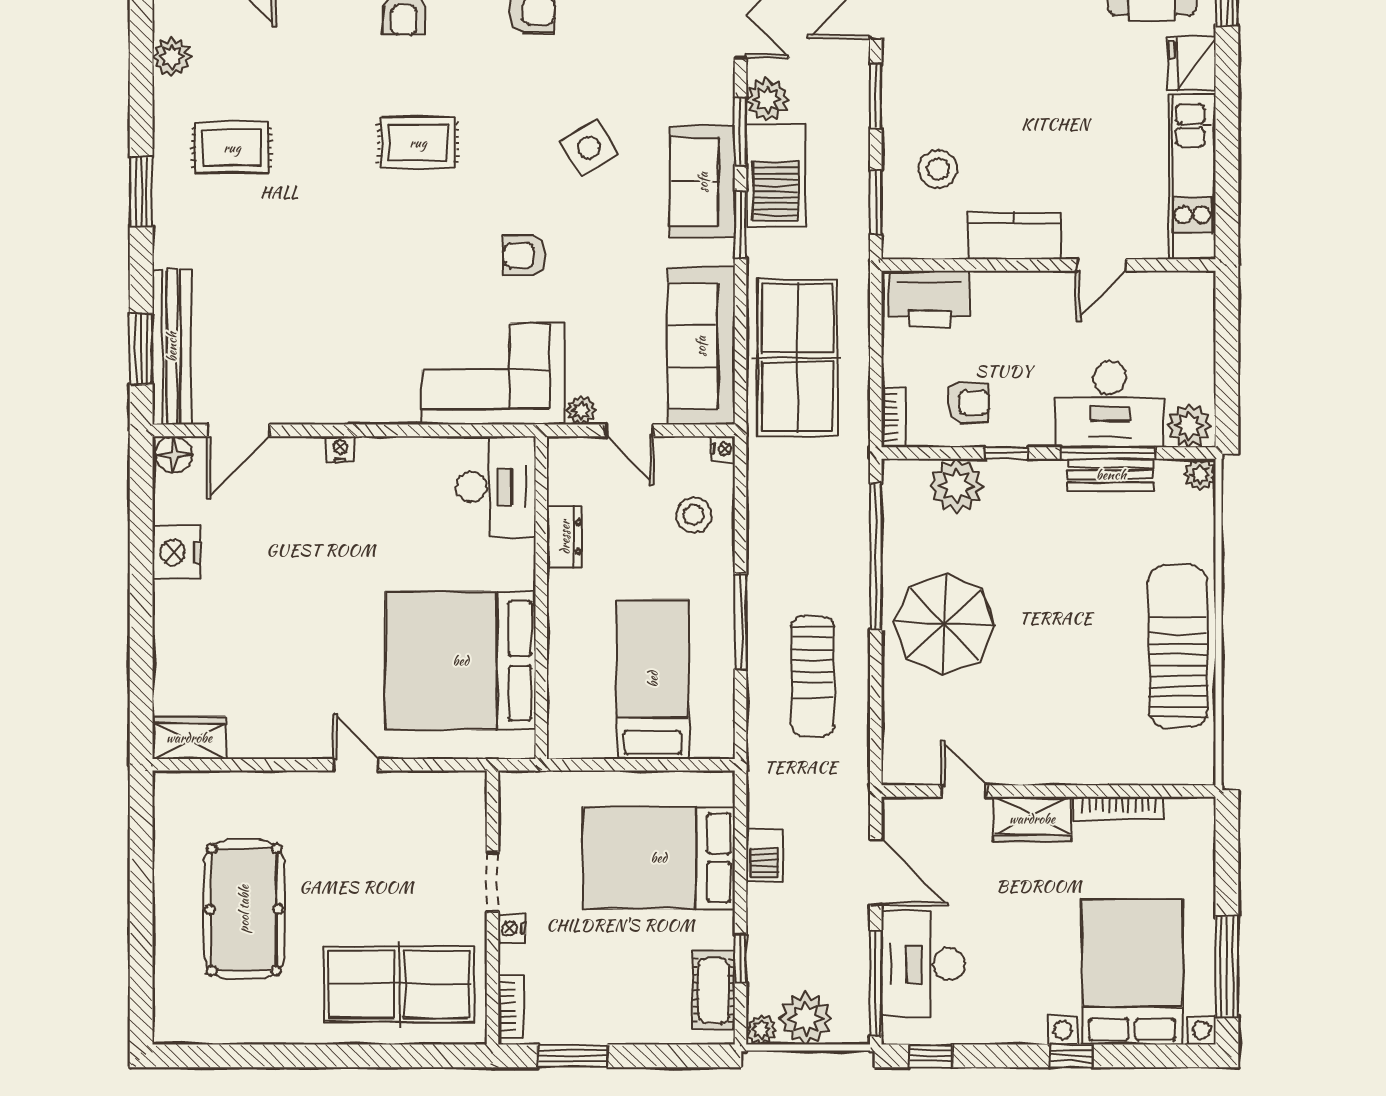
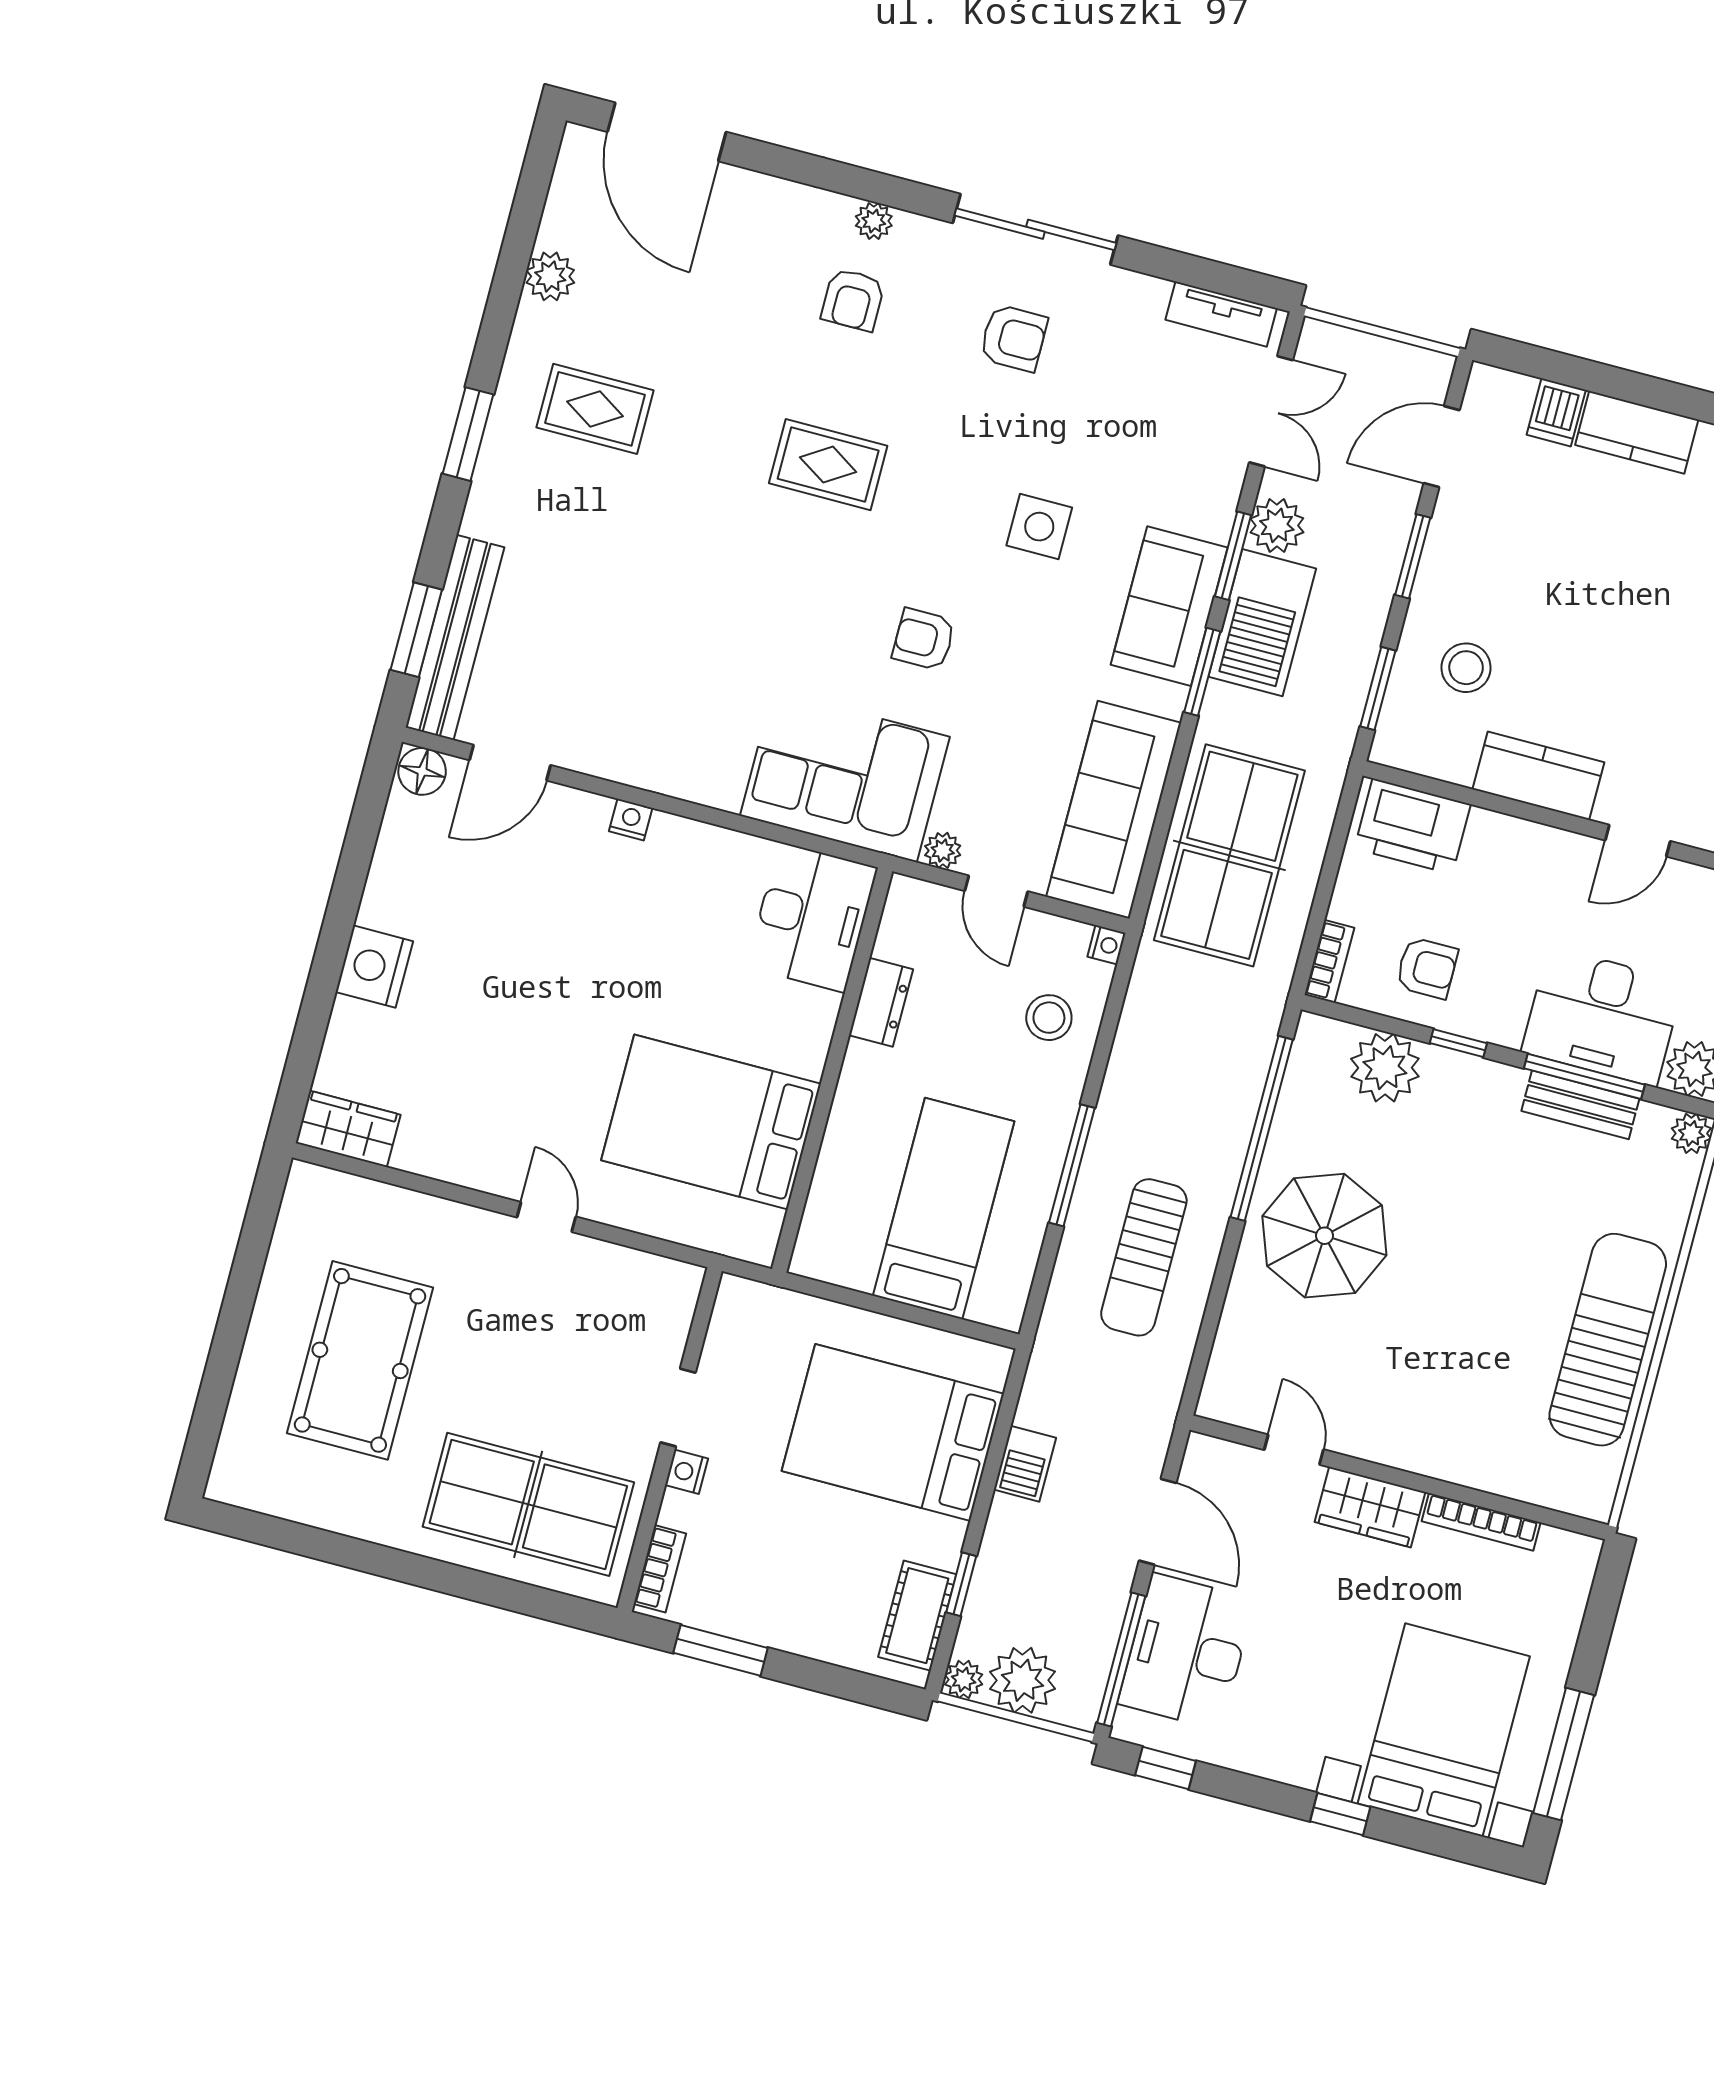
side table: (589, 148) -> (1039, 527), turned 30
nightstand: (177, 552) -> (374, 967), moved
bed: (461, 661) -> (711, 1122), width x0.73

